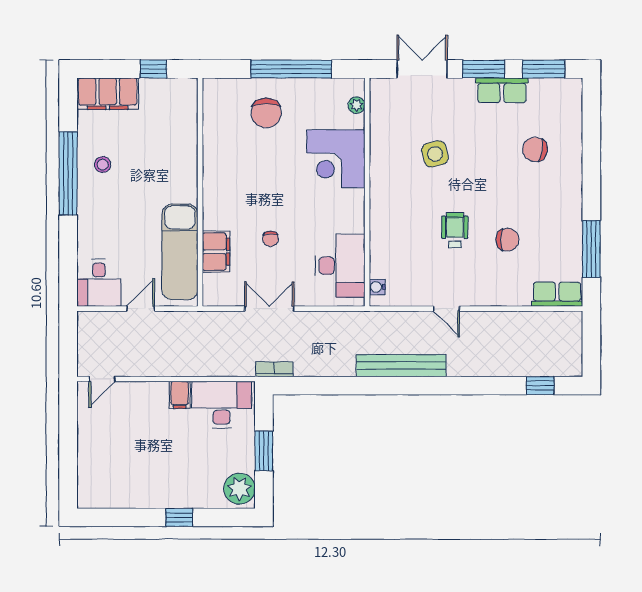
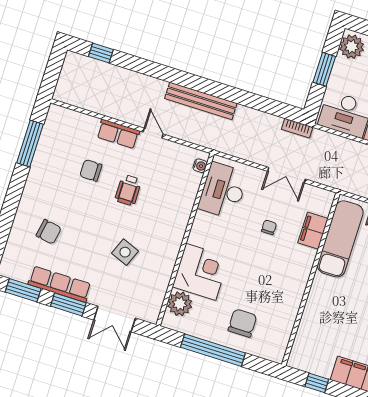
row of seats: (502, 90) -> (60, 284), width x1.48
plant: (357, 105) -> (180, 304), width x1.88, depth x1.88
side table: (435, 154) -> (125, 252), turned 36
row of seats: (557, 294) -> (118, 134), moved

